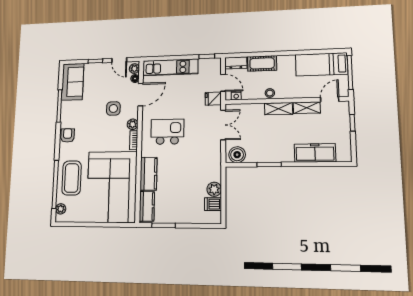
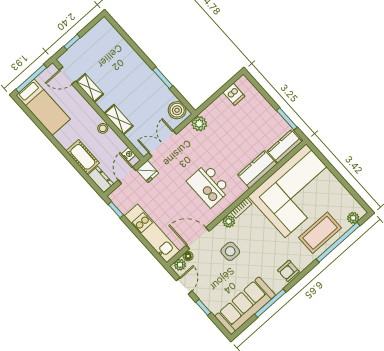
sofa: (73, 82) -> (245, 306), width x1.36
shelving: (279, 109) -> (119, 120), moved
freezer: (315, 153) -> (122, 50), removed
plant: (214, 189) -> (199, 124), moved

